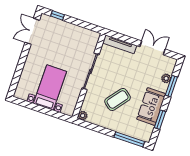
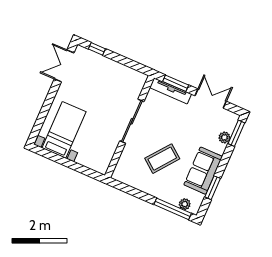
window: (123, 38) -> (176, 83), added
window: (171, 86) -> (236, 133), moved
bed with nightstands: (50, 88) -> (64, 130), moved
plant: (83, 116) -> (185, 204), moved

